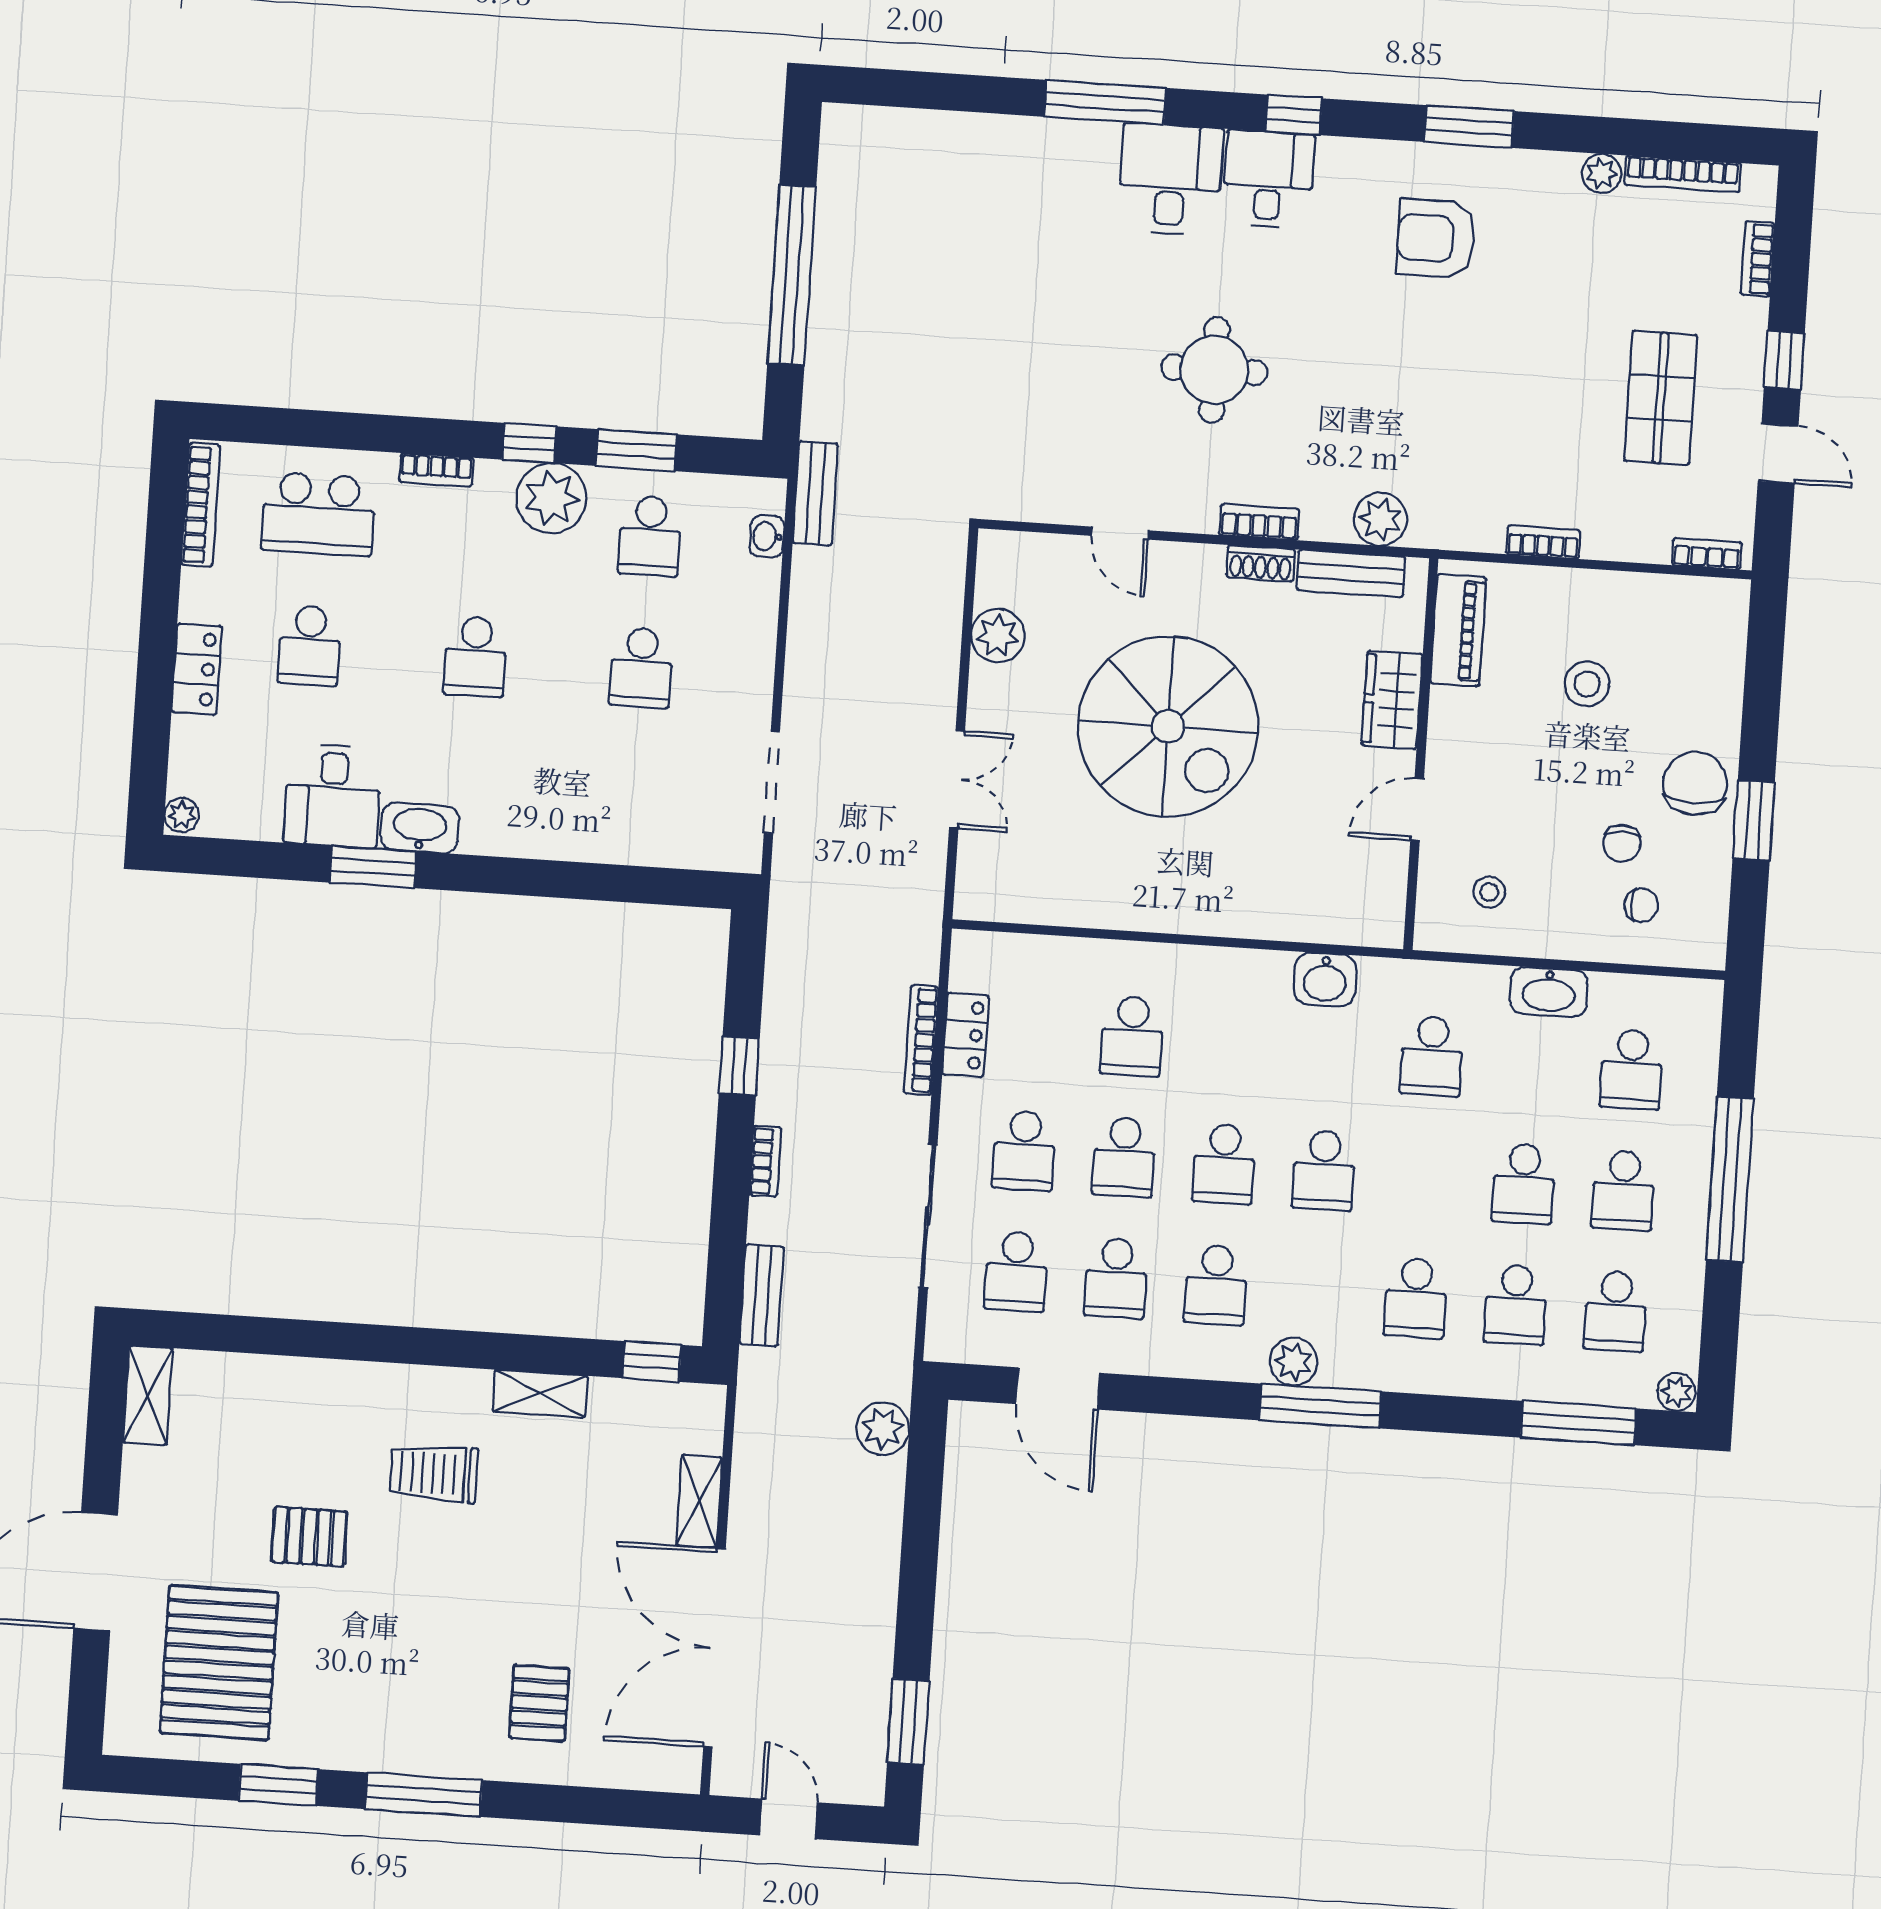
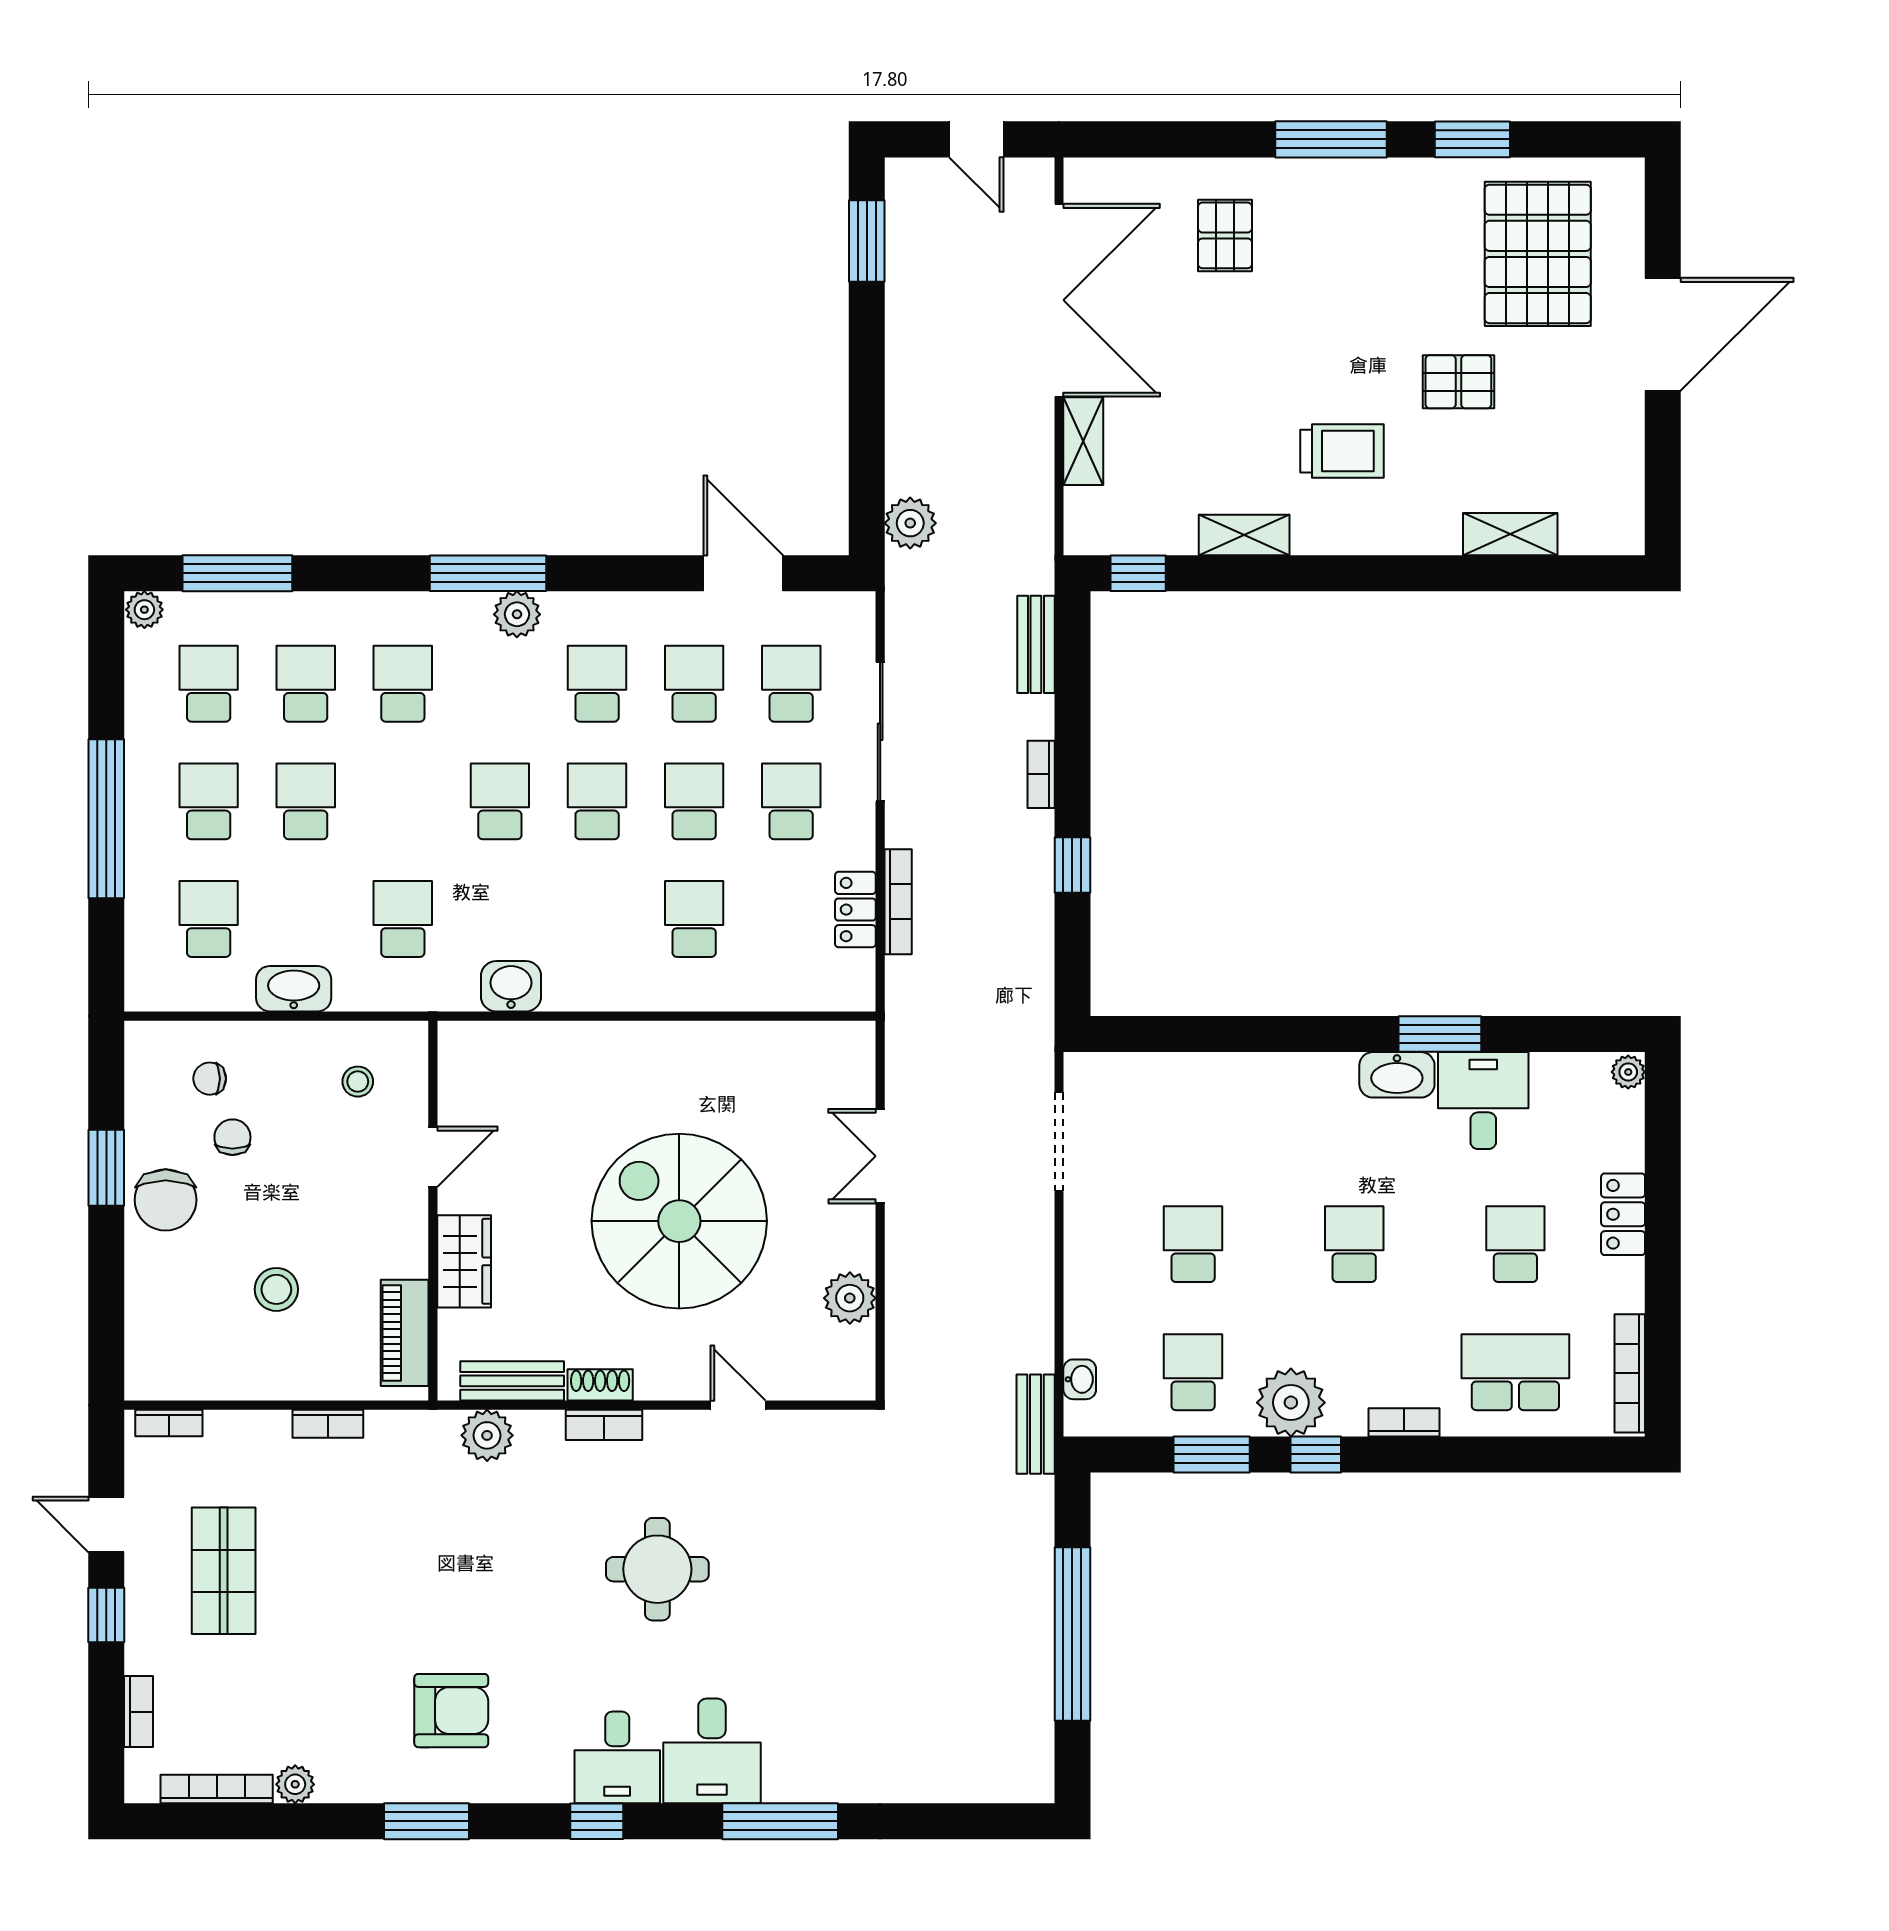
shelving: (148, 1395) -> (1510, 534), moved, turned 90

